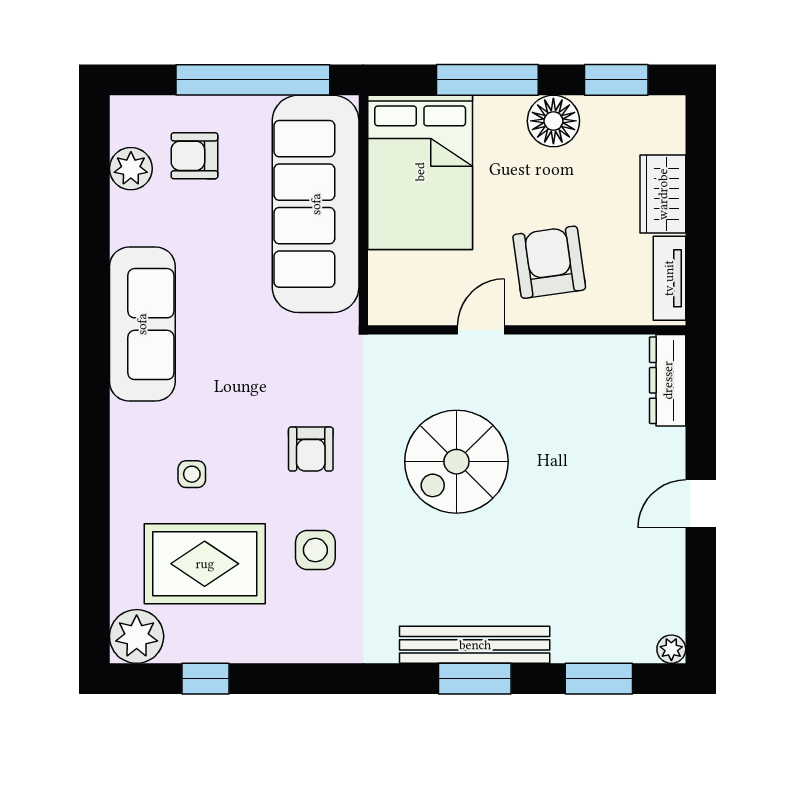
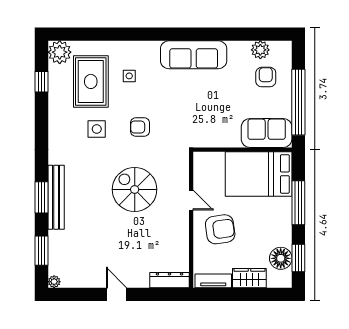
floor lamp: (553, 121) -> (281, 258), moved
sofa: (316, 204) -> (267, 133), width x0.54, depth x0.79

